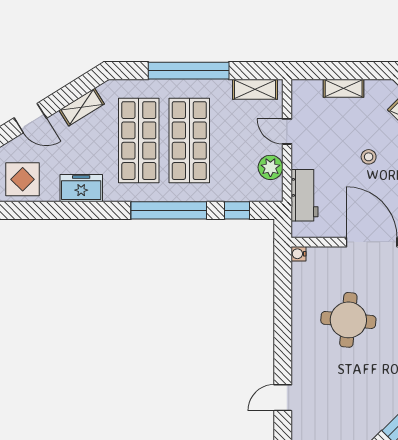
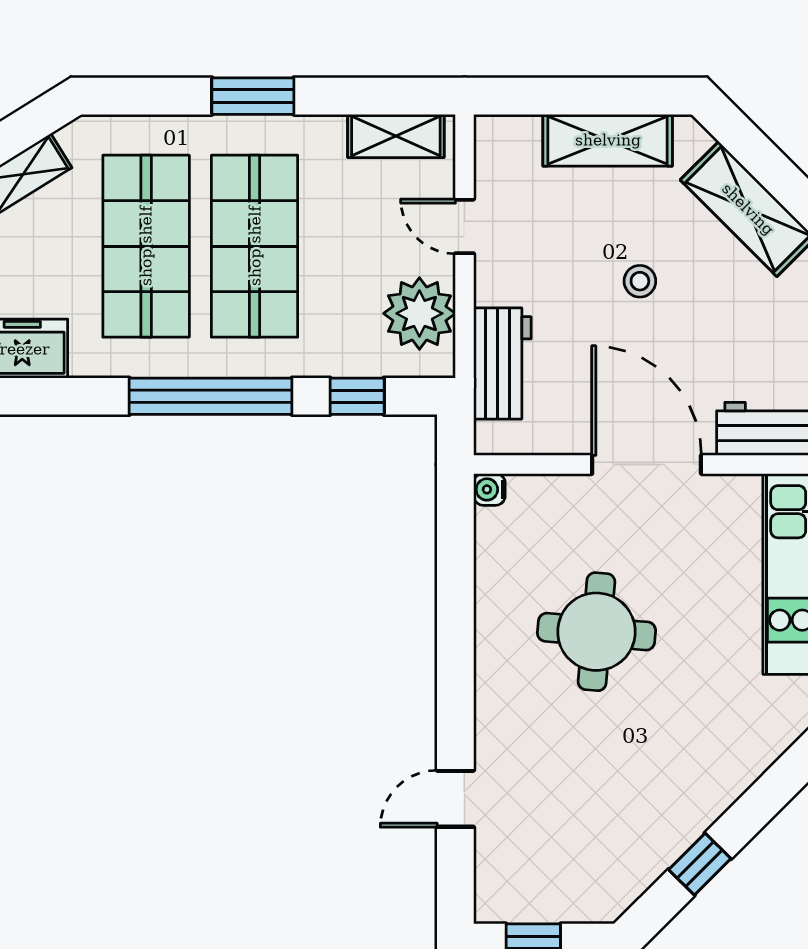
window: (189, 71) -> (253, 96), width x0.47
shelving: (344, 88) -> (608, 140), width x1.50, depth x1.33
plant: (270, 167) -> (419, 313), width x1.36, depth x1.36

